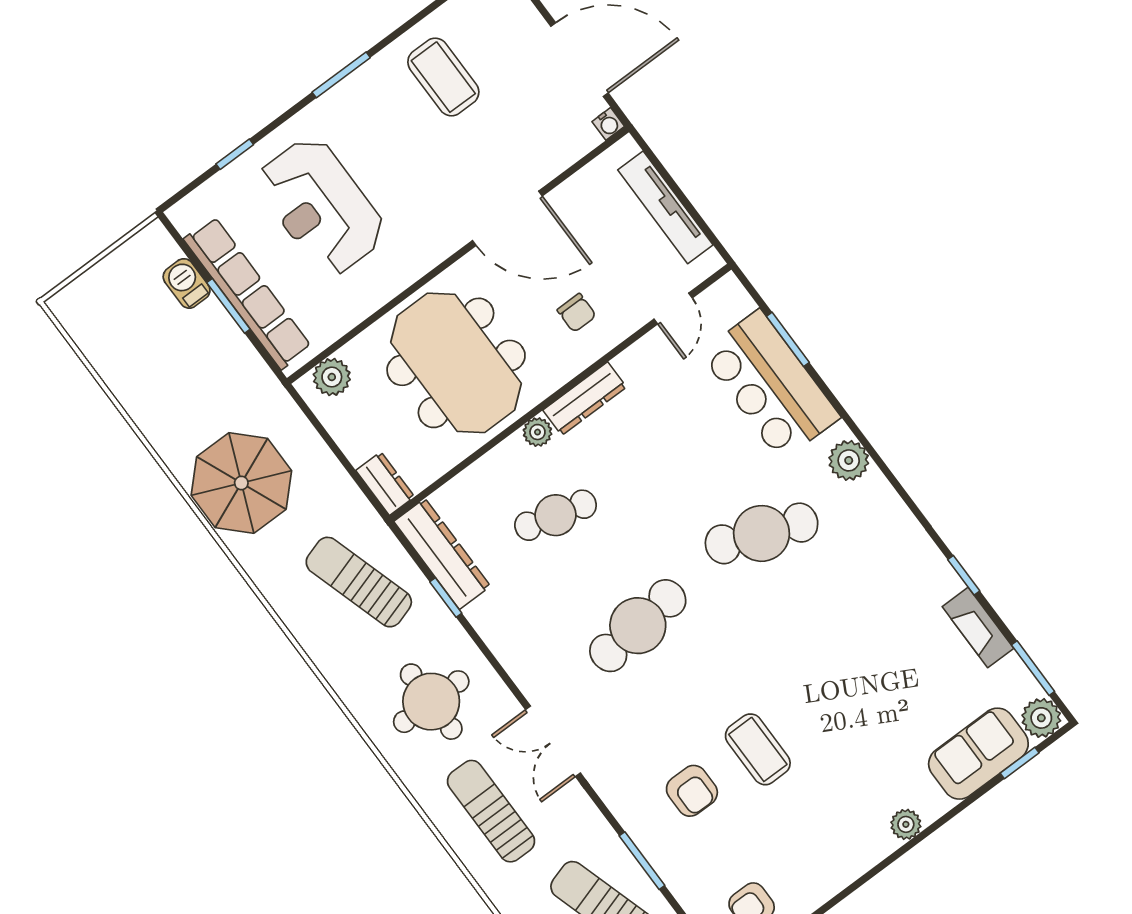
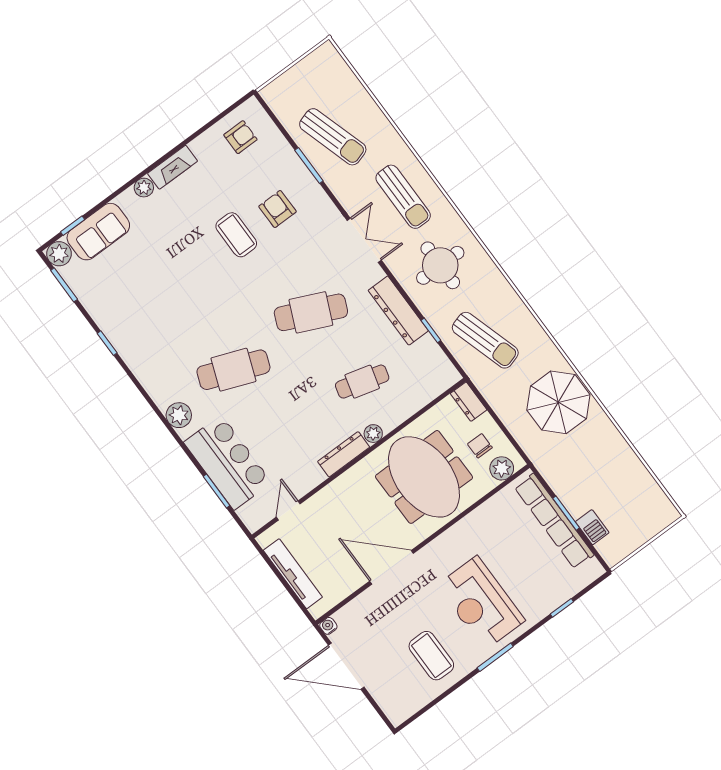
reception desk: (321, 206) -> (481, 603), moved, turned 180
chair: (577, 313) -> (480, 446), moved
dresser: (442, 554) -> (398, 311), moved
cafe table: (638, 626) -> (311, 312), turned 30
fireplace: (978, 628) -> (173, 167), moved, turned 90

